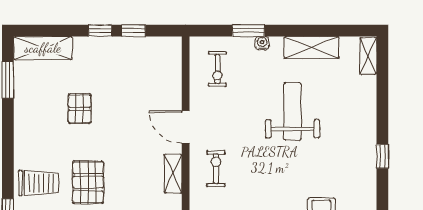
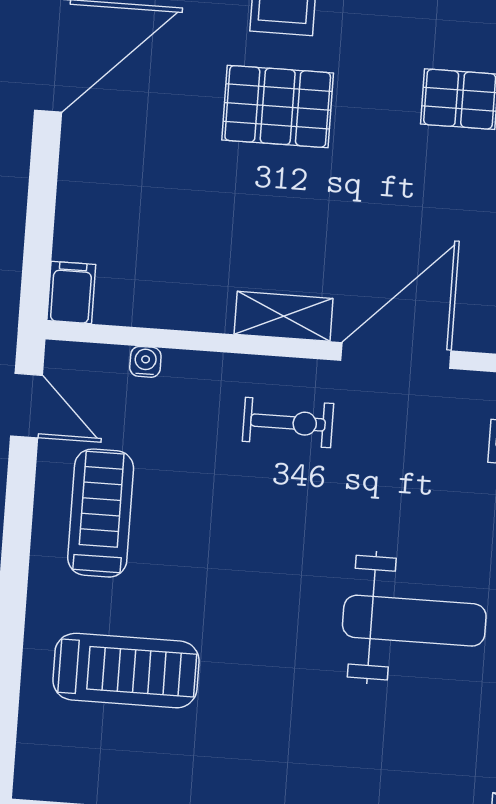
door: (186, 127) -> (396, 356), width x1.36

